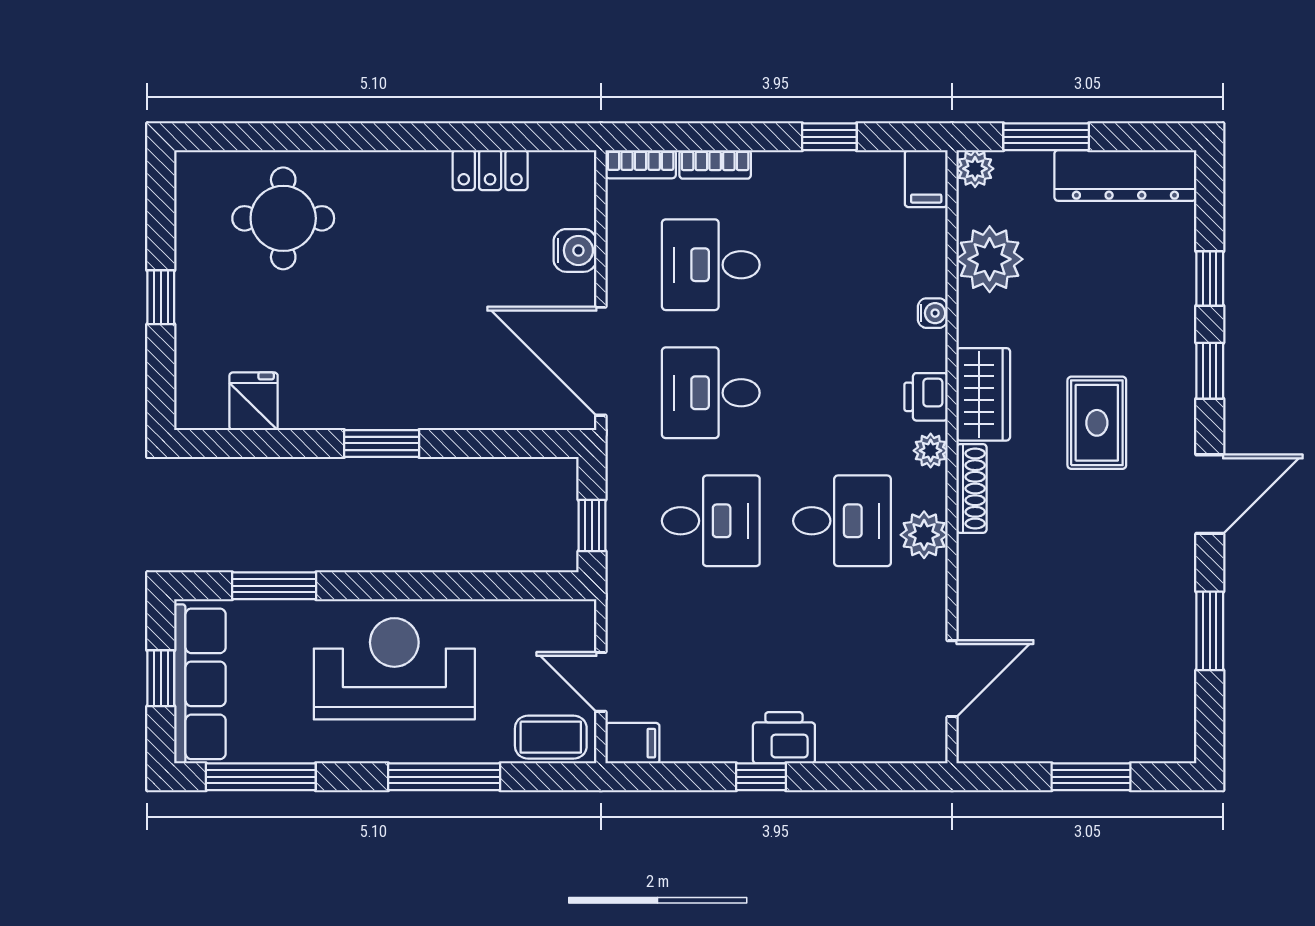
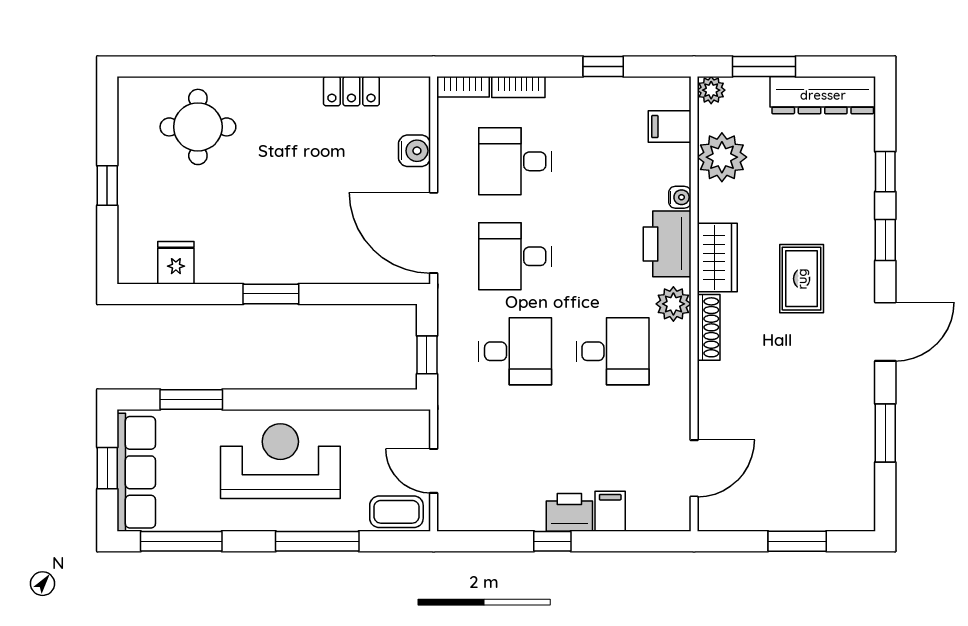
filing cabinet: (926, 179) -> (670, 127), moved, turned 90
printer: (926, 397) -> (667, 244), width x1.87, depth x1.48
plant: (931, 451) -> (673, 304), width x1.38, depth x1.38
plant: (924, 535) -> (673, 362), removed
filing cabinet: (632, 743) -> (610, 511), moved, turned -90

